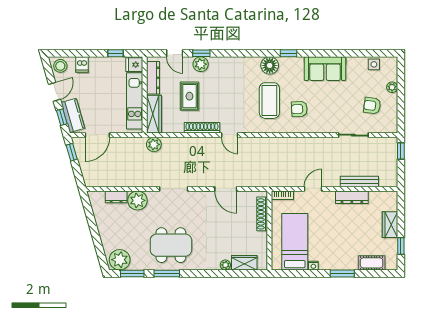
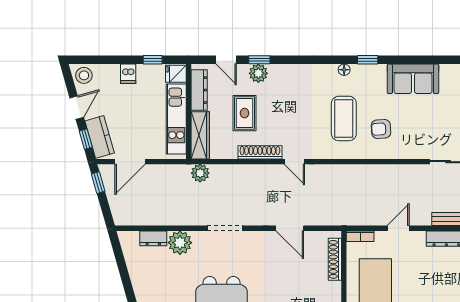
dishwasher: (82, 65) -> (128, 74), moved
floor lamp: (270, 65) -> (344, 70), width x0.53, depth x0.53

